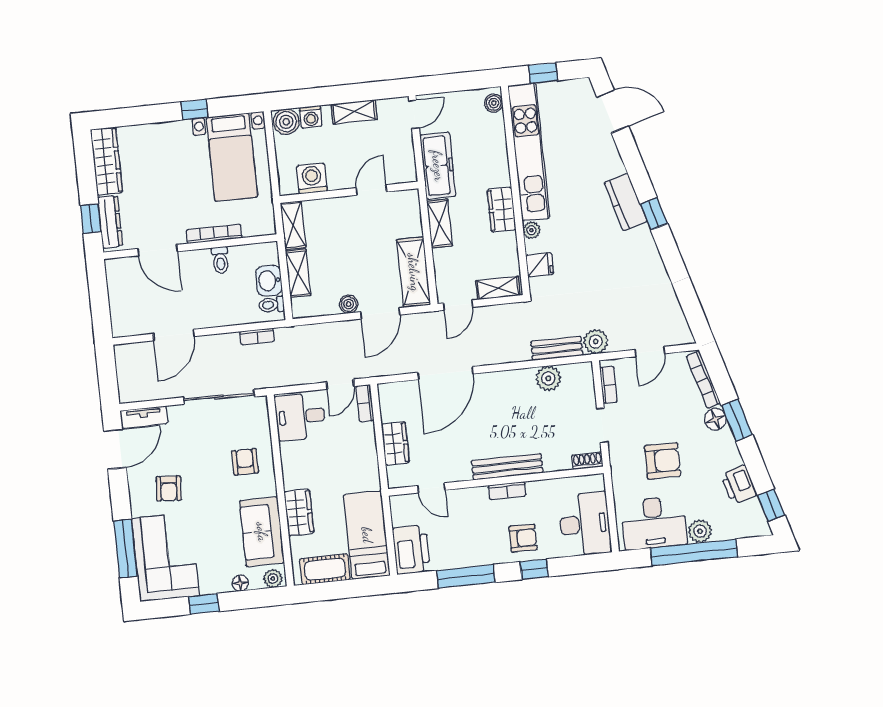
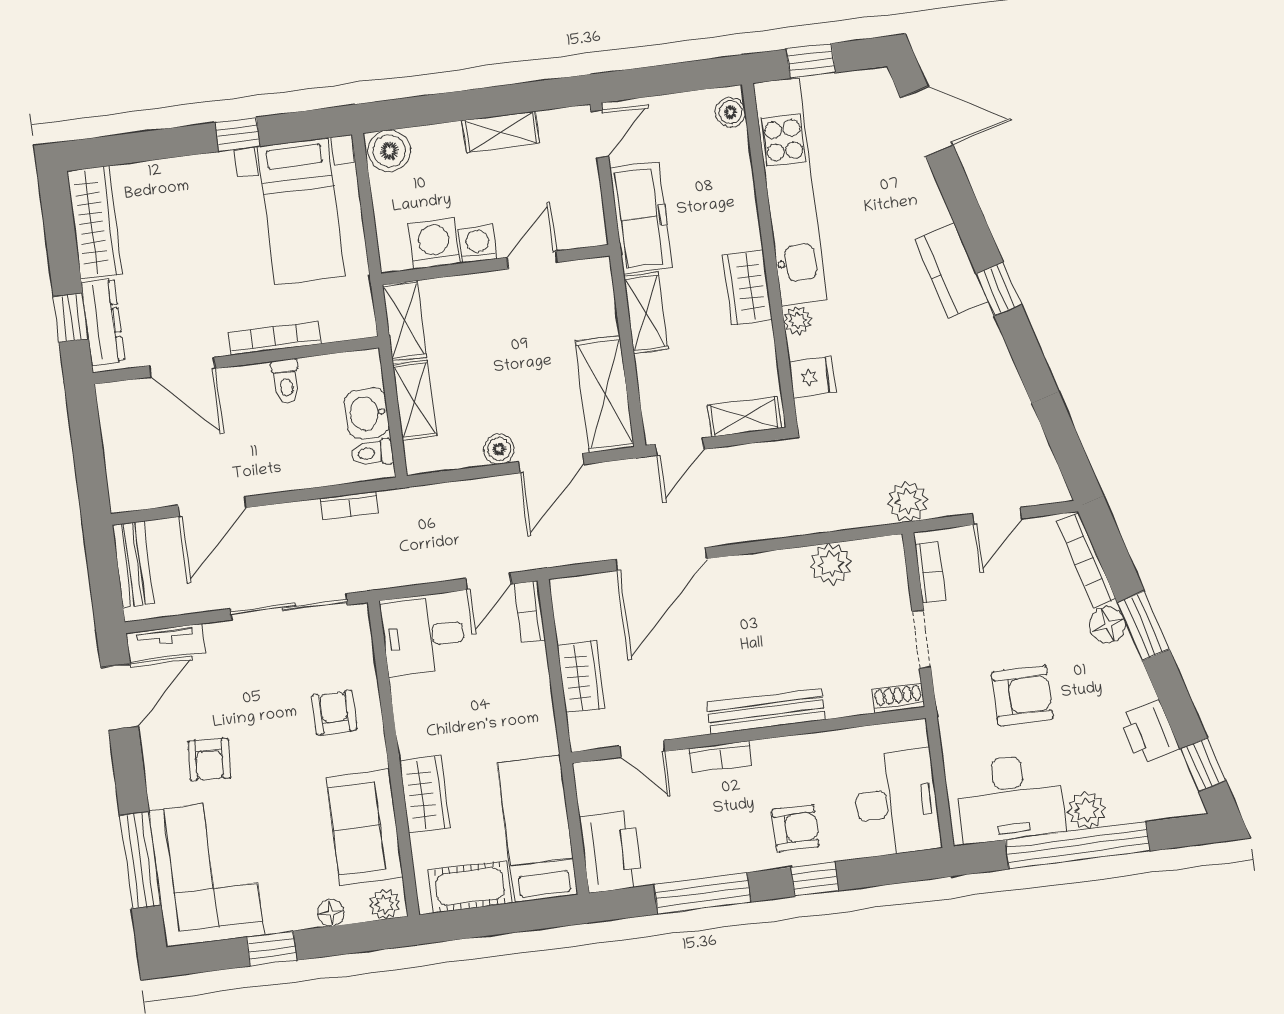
washing machine: (311, 117) -> (478, 244), moved, turned 180
bench: (557, 348) -> (133, 564), moved, turned 90
bookcase: (507, 491) -> (721, 756), moved

